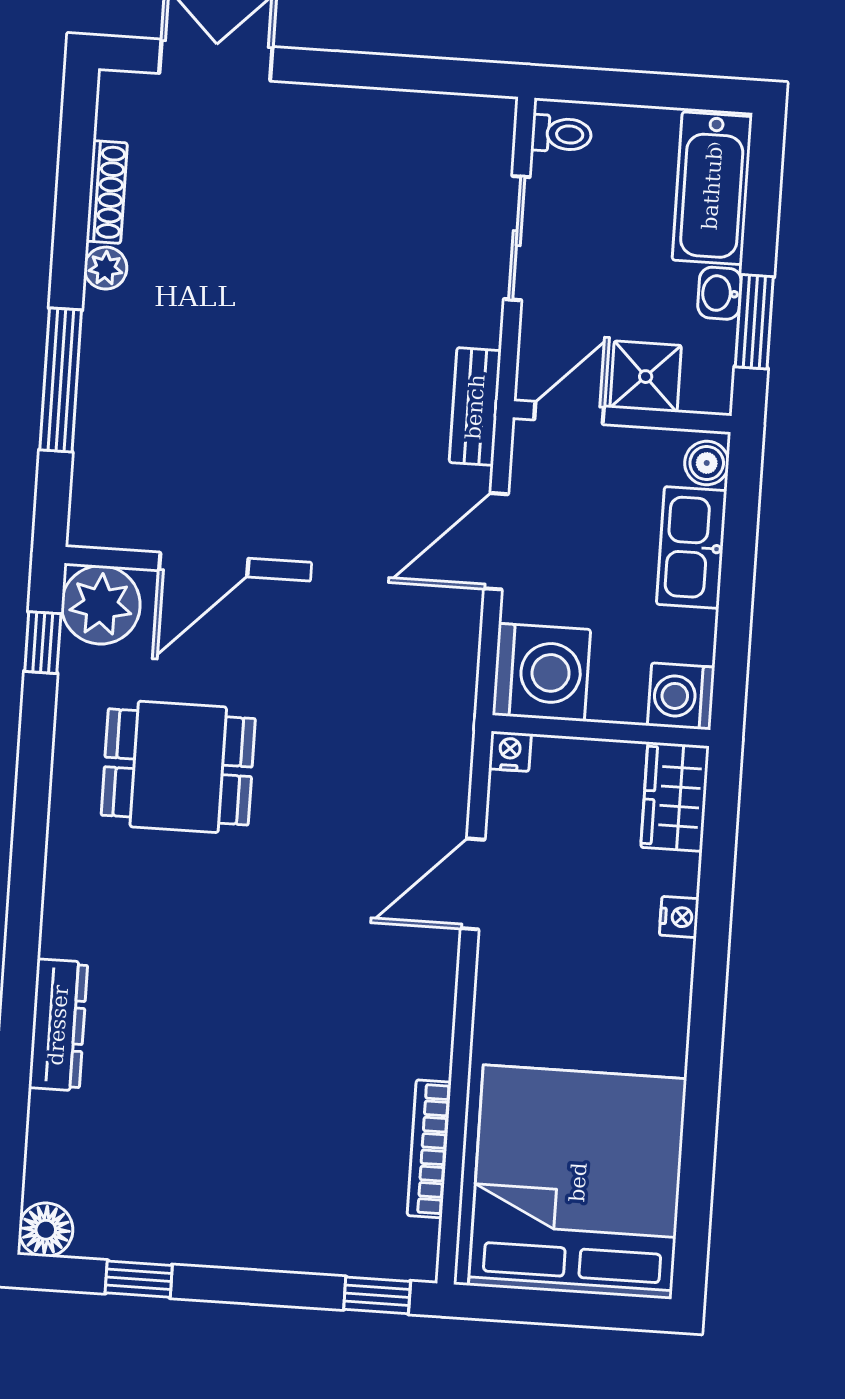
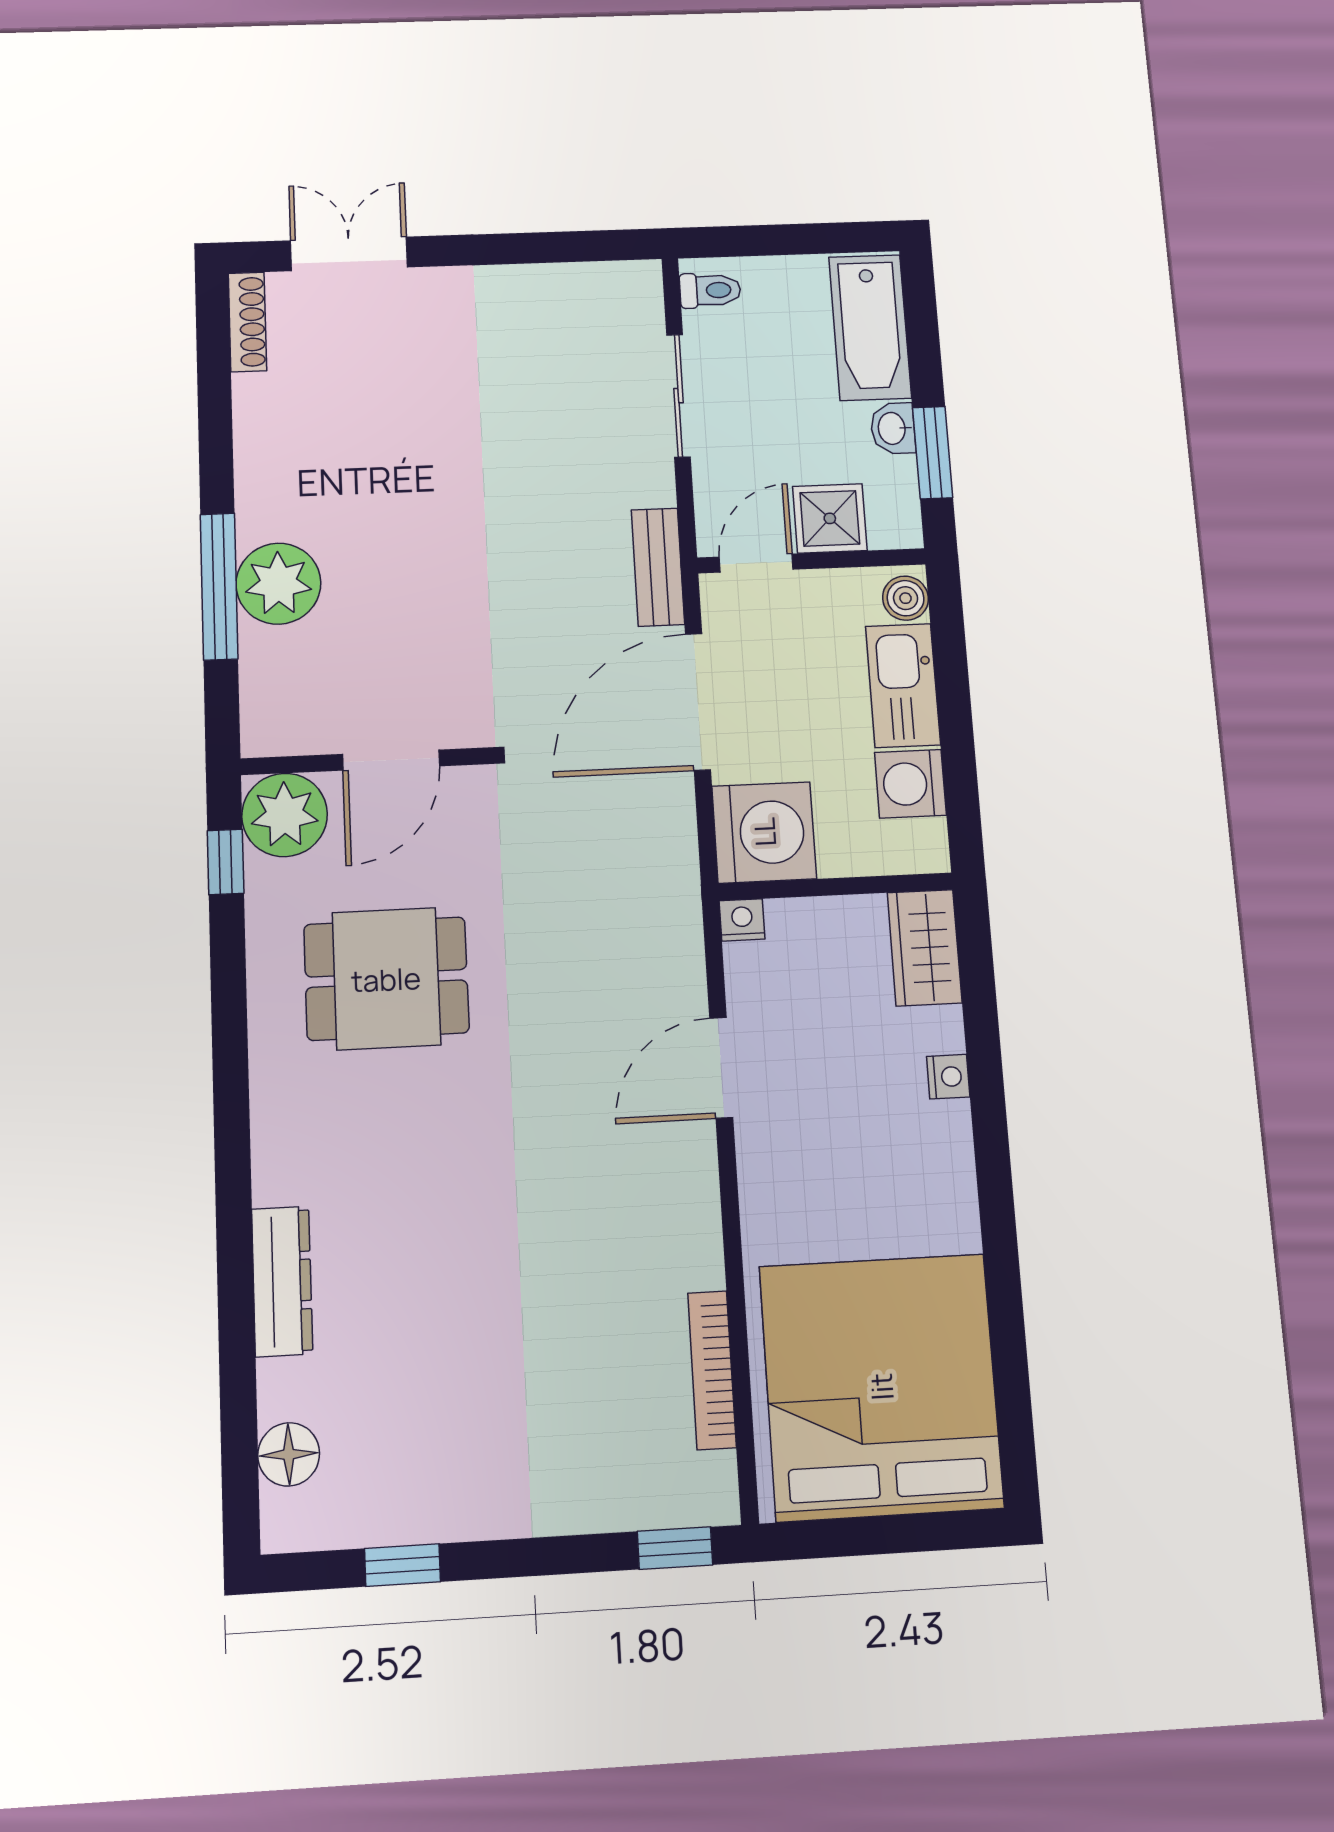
shoe rack: (107, 192) -> (247, 322), moved
plant: (106, 268) -> (278, 584), moved, width x1.88, depth x1.88
door: (496, 541) -> (698, 702), width x1.36
washing machine: (681, 696) -> (910, 784), moved
floor lamp: (46, 1230) -> (289, 1454), moved

